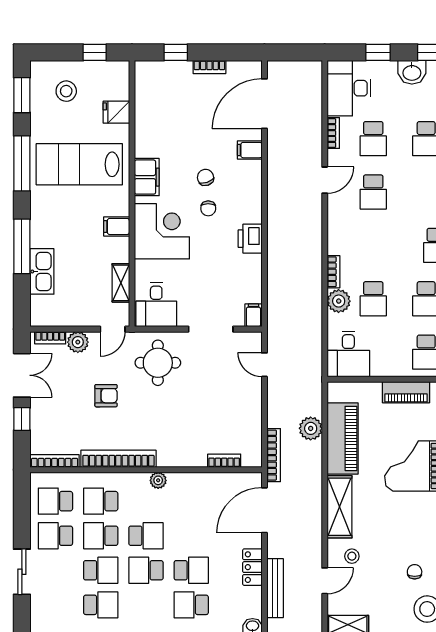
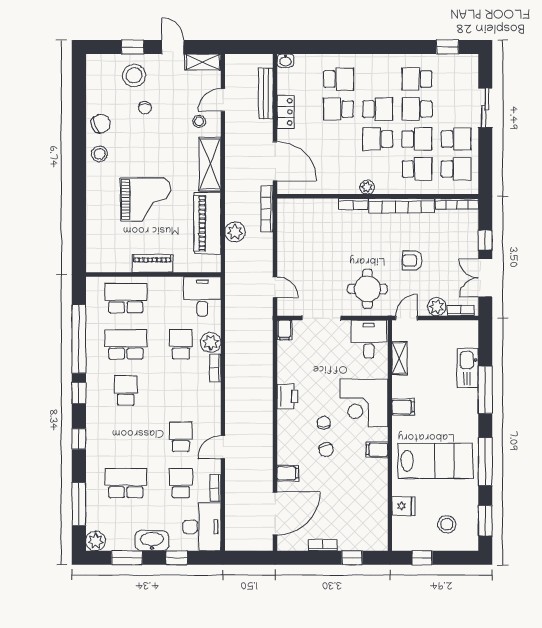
washbasin: (412, 72) -> (152, 541), width x1.38
filing cabinet: (147, 177) -> (377, 450), width x0.50
bookcase: (224, 461) -> (353, 204), moved
door: (264, 510) -> (275, 161), hinge flipped

